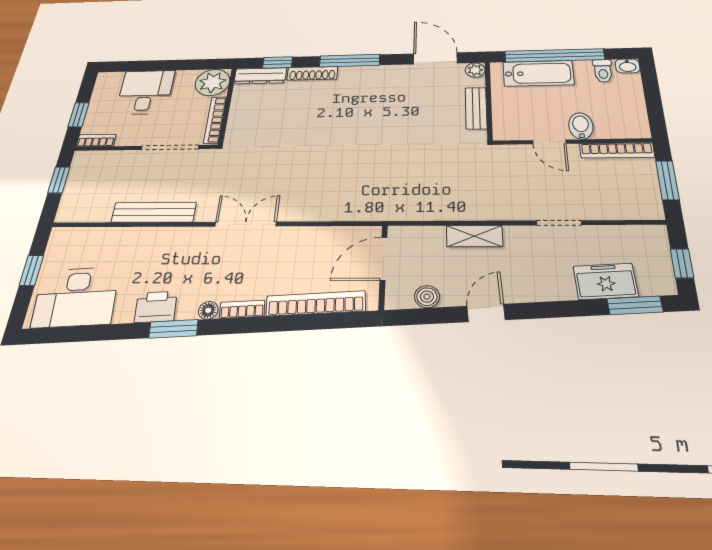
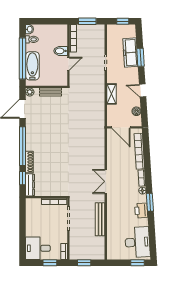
window: (350, 61) -> (23, 146), width x1.46
plant: (212, 82) -> (33, 206), removed
desk: (145, 92) -> (38, 248), moved
window: (31, 270) -> (137, 263), moved
freezer: (606, 281) -> (130, 53), width x1.40
window: (635, 305) -> (141, 57), moved

